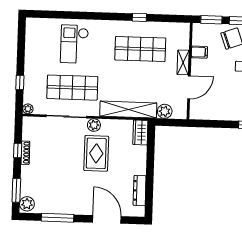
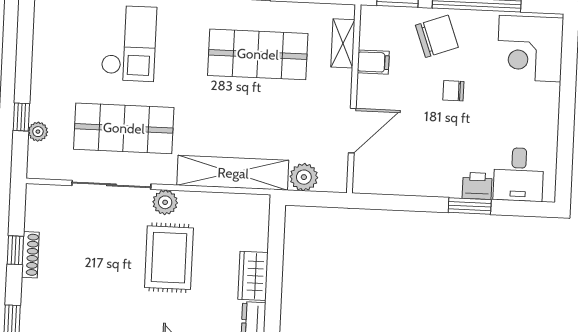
checkout: (74, 44) -> (129, 43), turned 180
shelving: (183, 62) -> (343, 43), moved
plant: (28, 109) -> (38, 132), moved
wardrobe: (140, 133) -> (253, 276), moved

